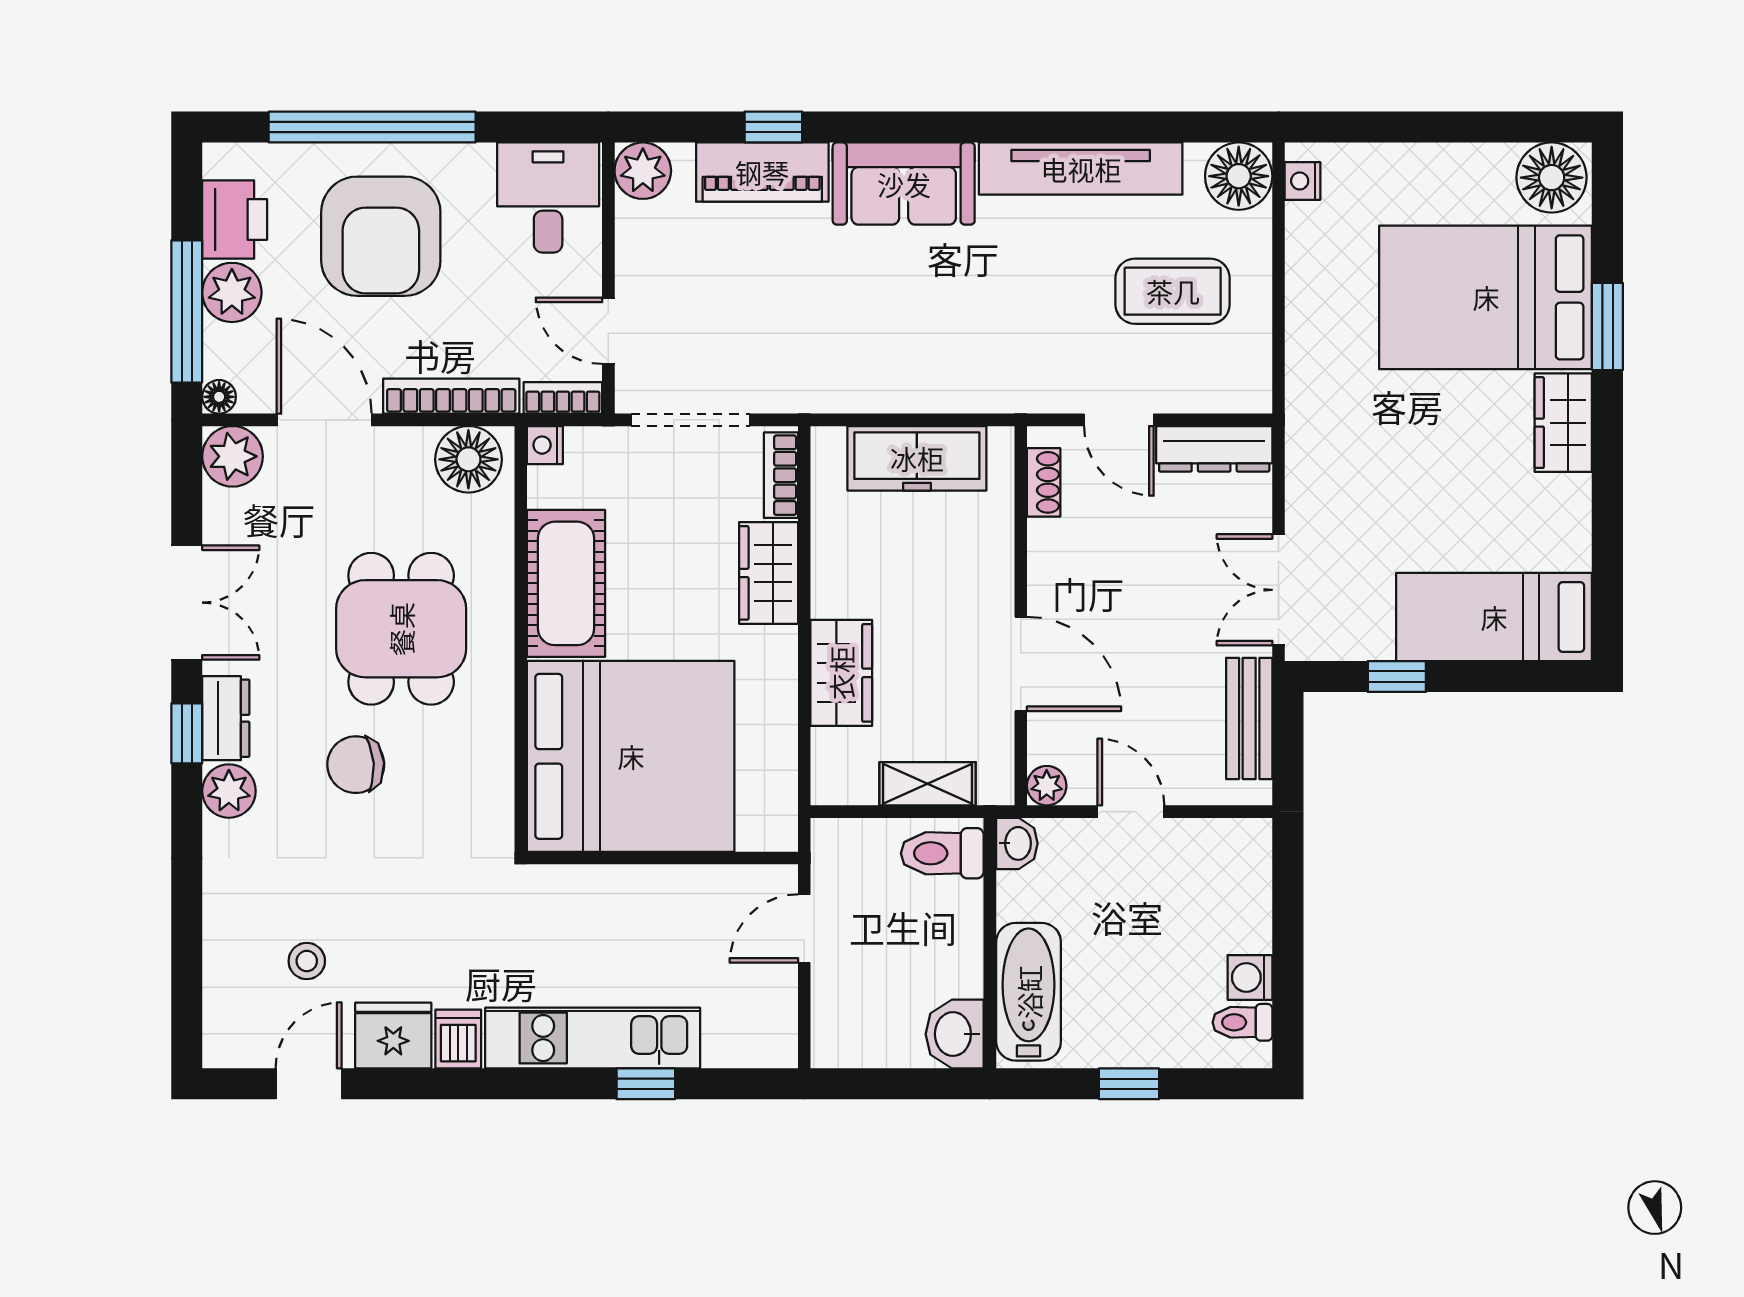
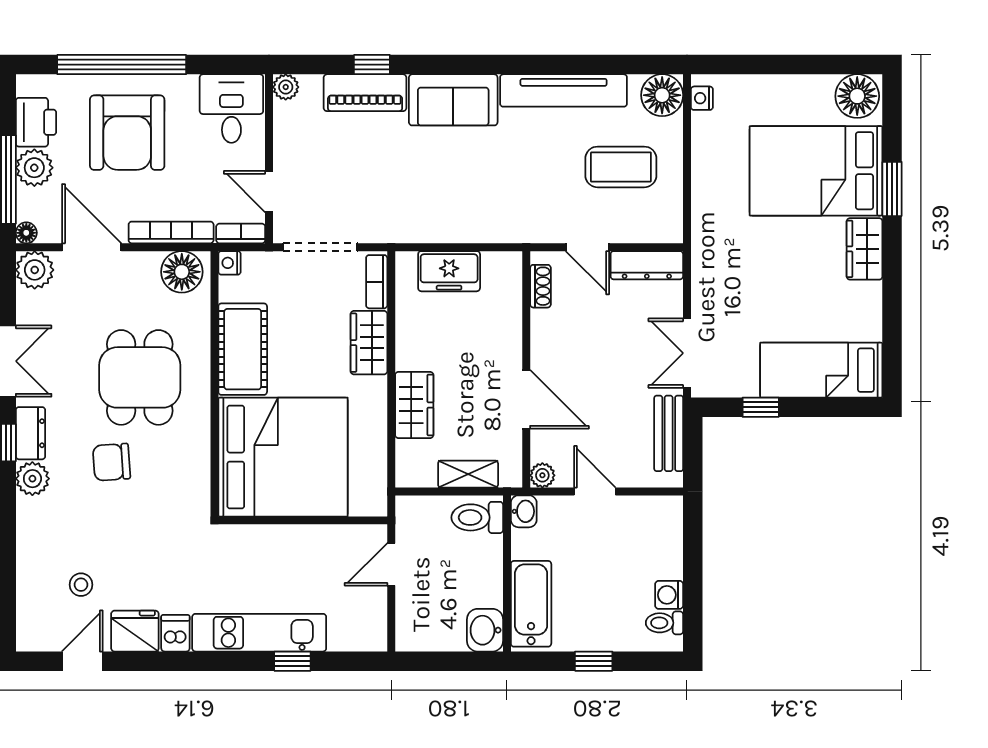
plant: (643, 171) -> (286, 87), width x0.73, depth x0.73
freezer: (917, 458) -> (449, 271), width x0.71

